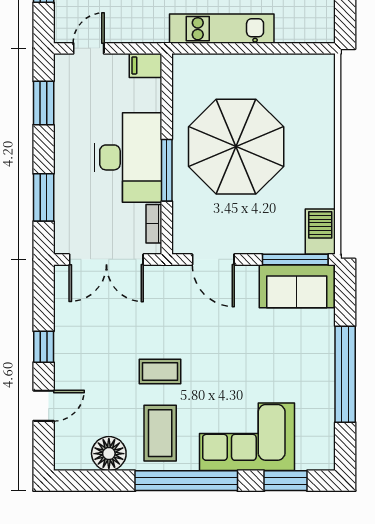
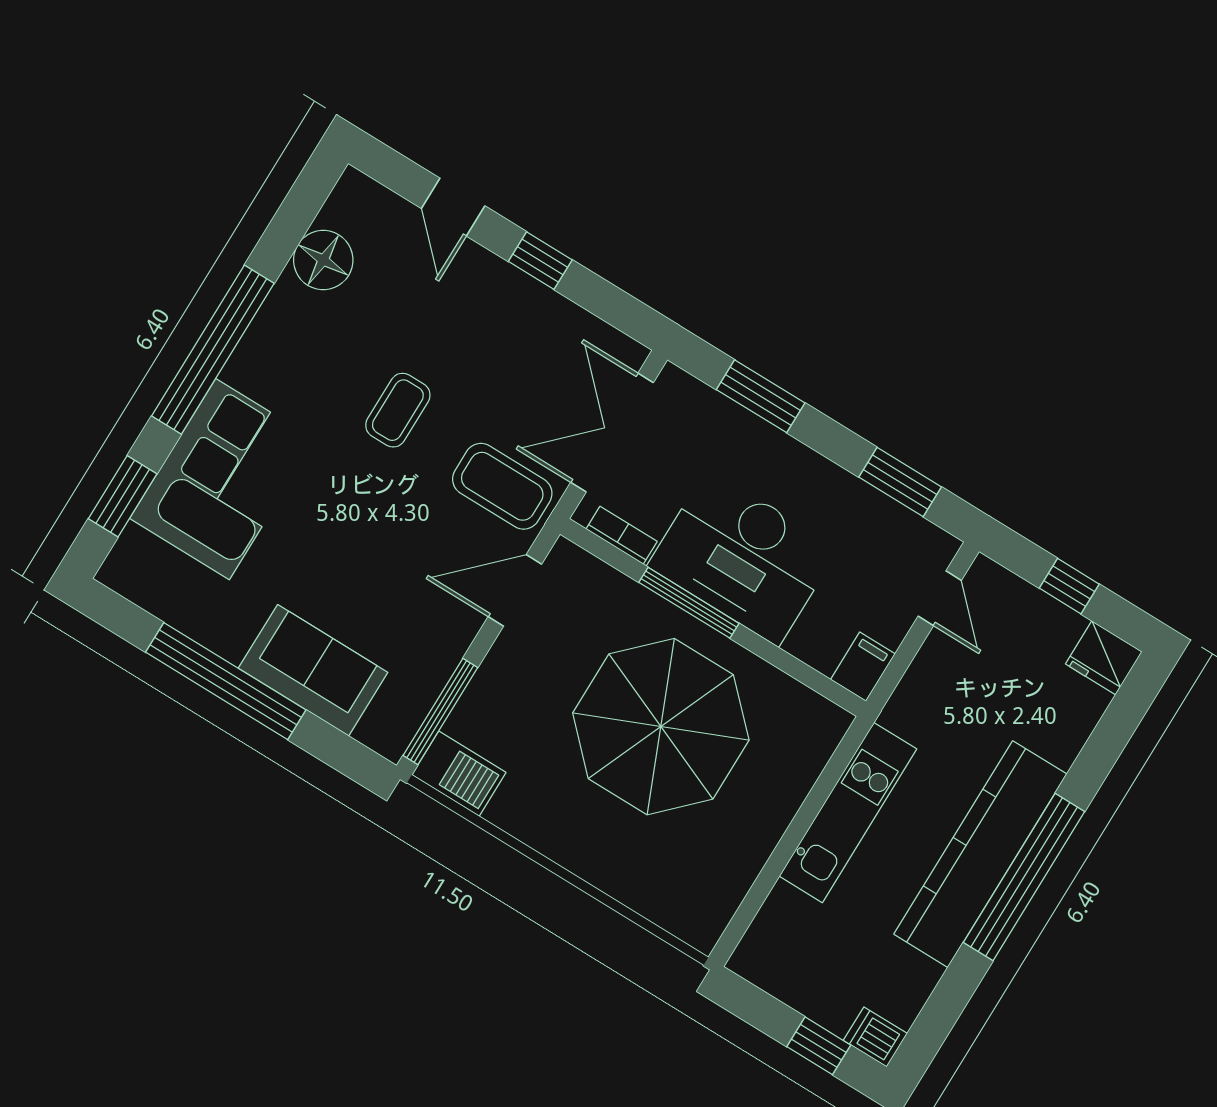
sofa: (297, 286) -> (313, 670), moved, turned 90
coffee table: (160, 433) -> (502, 486), moved

